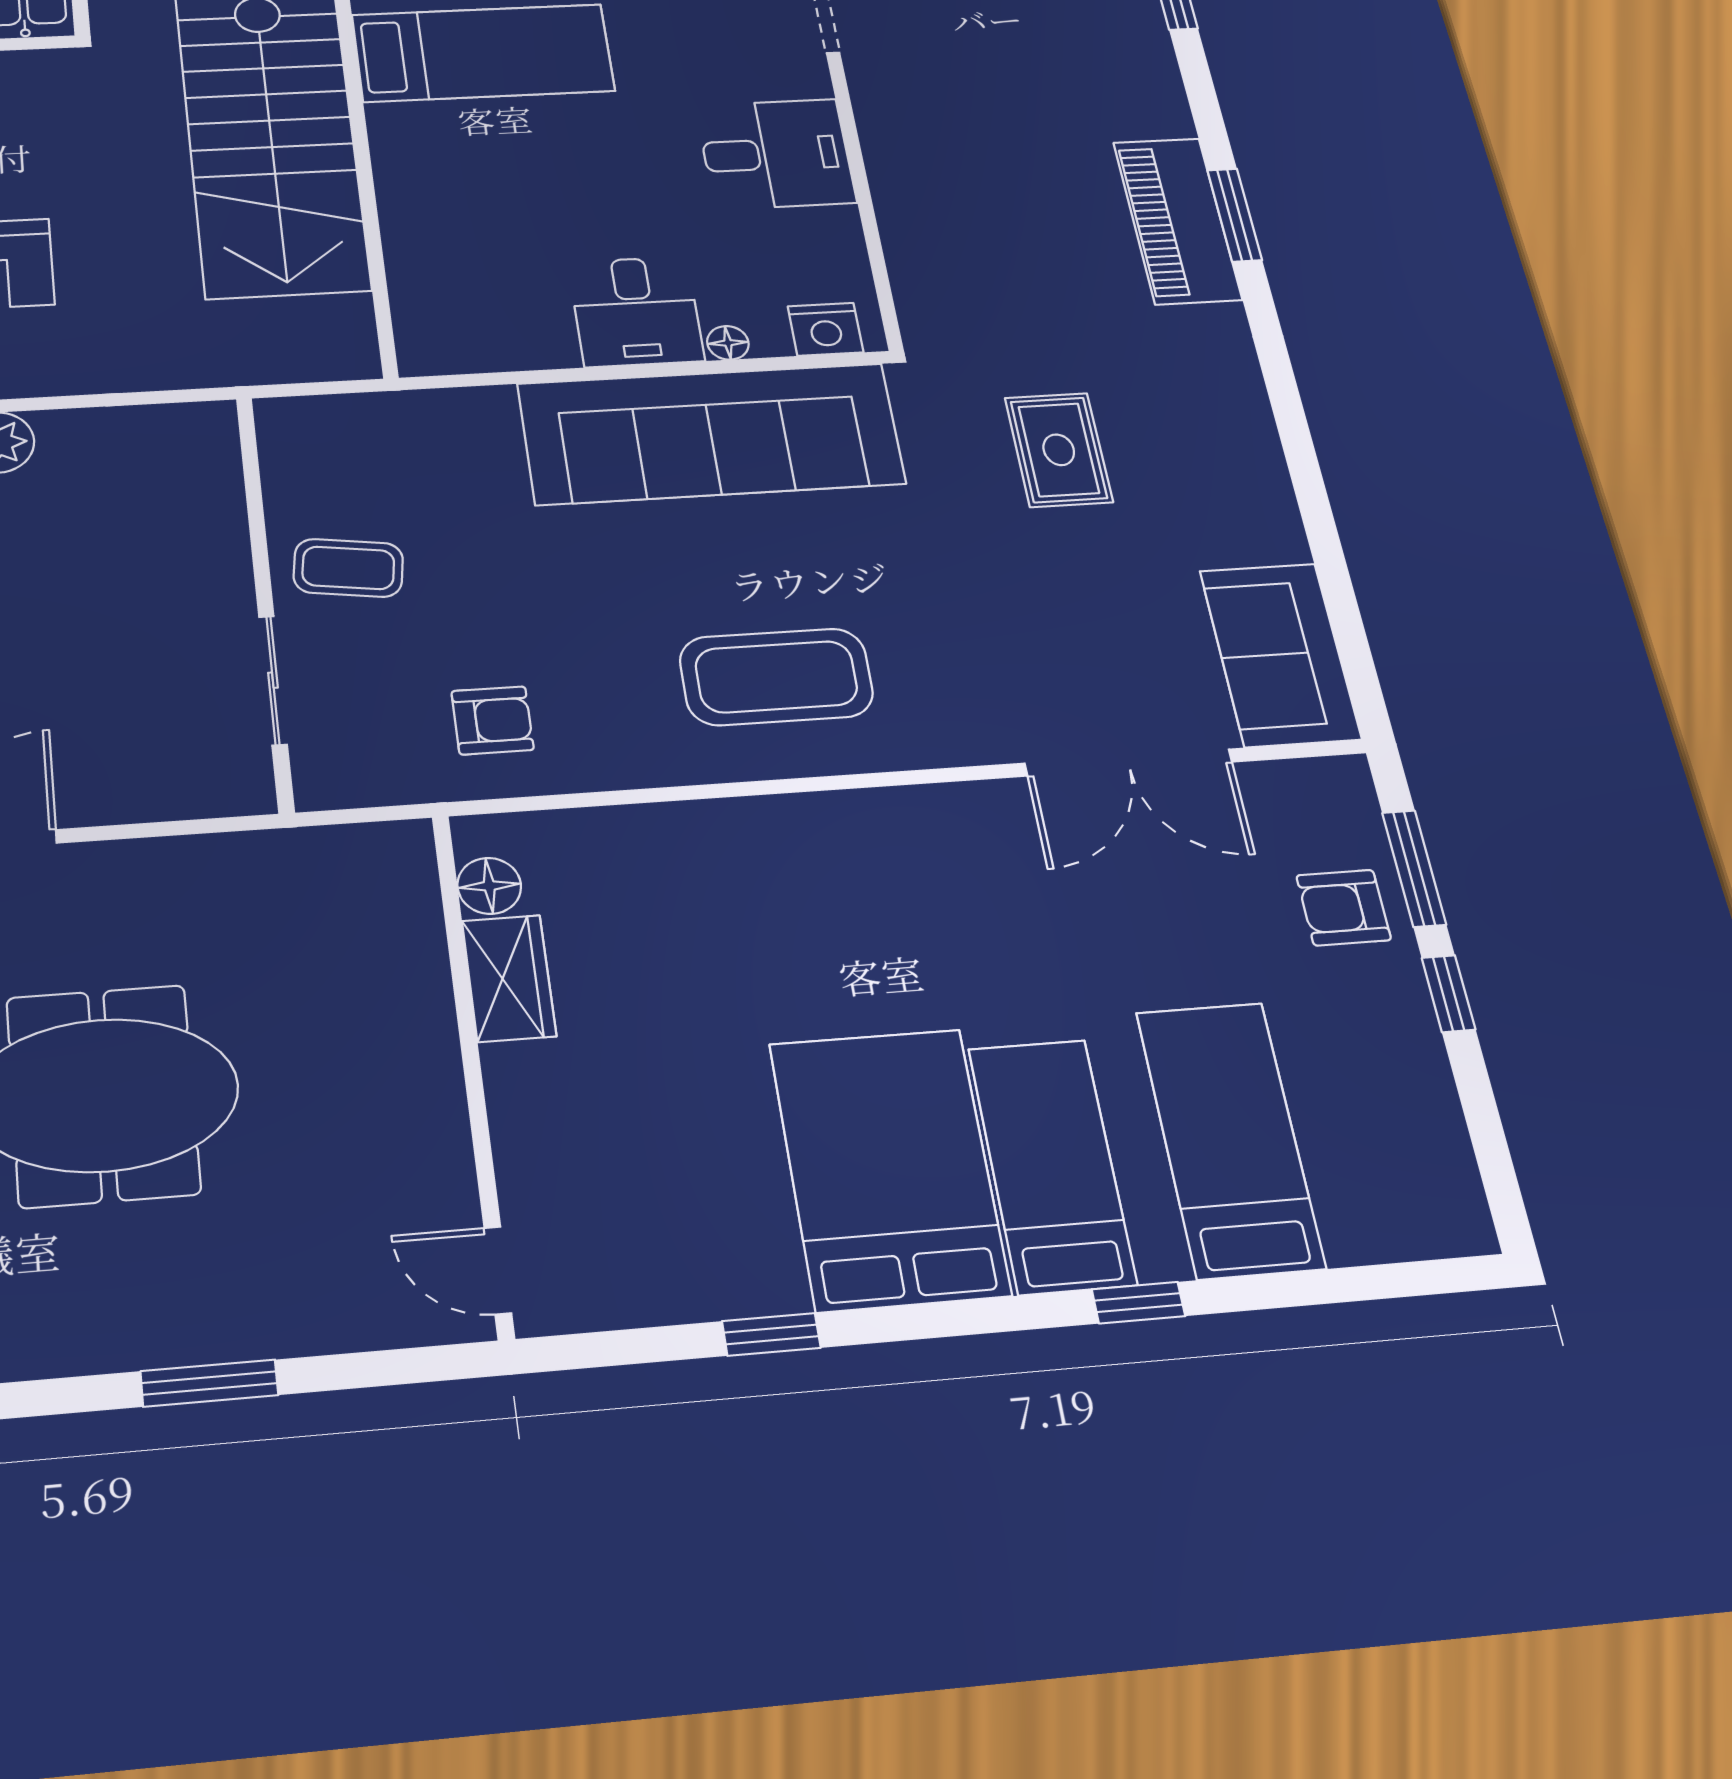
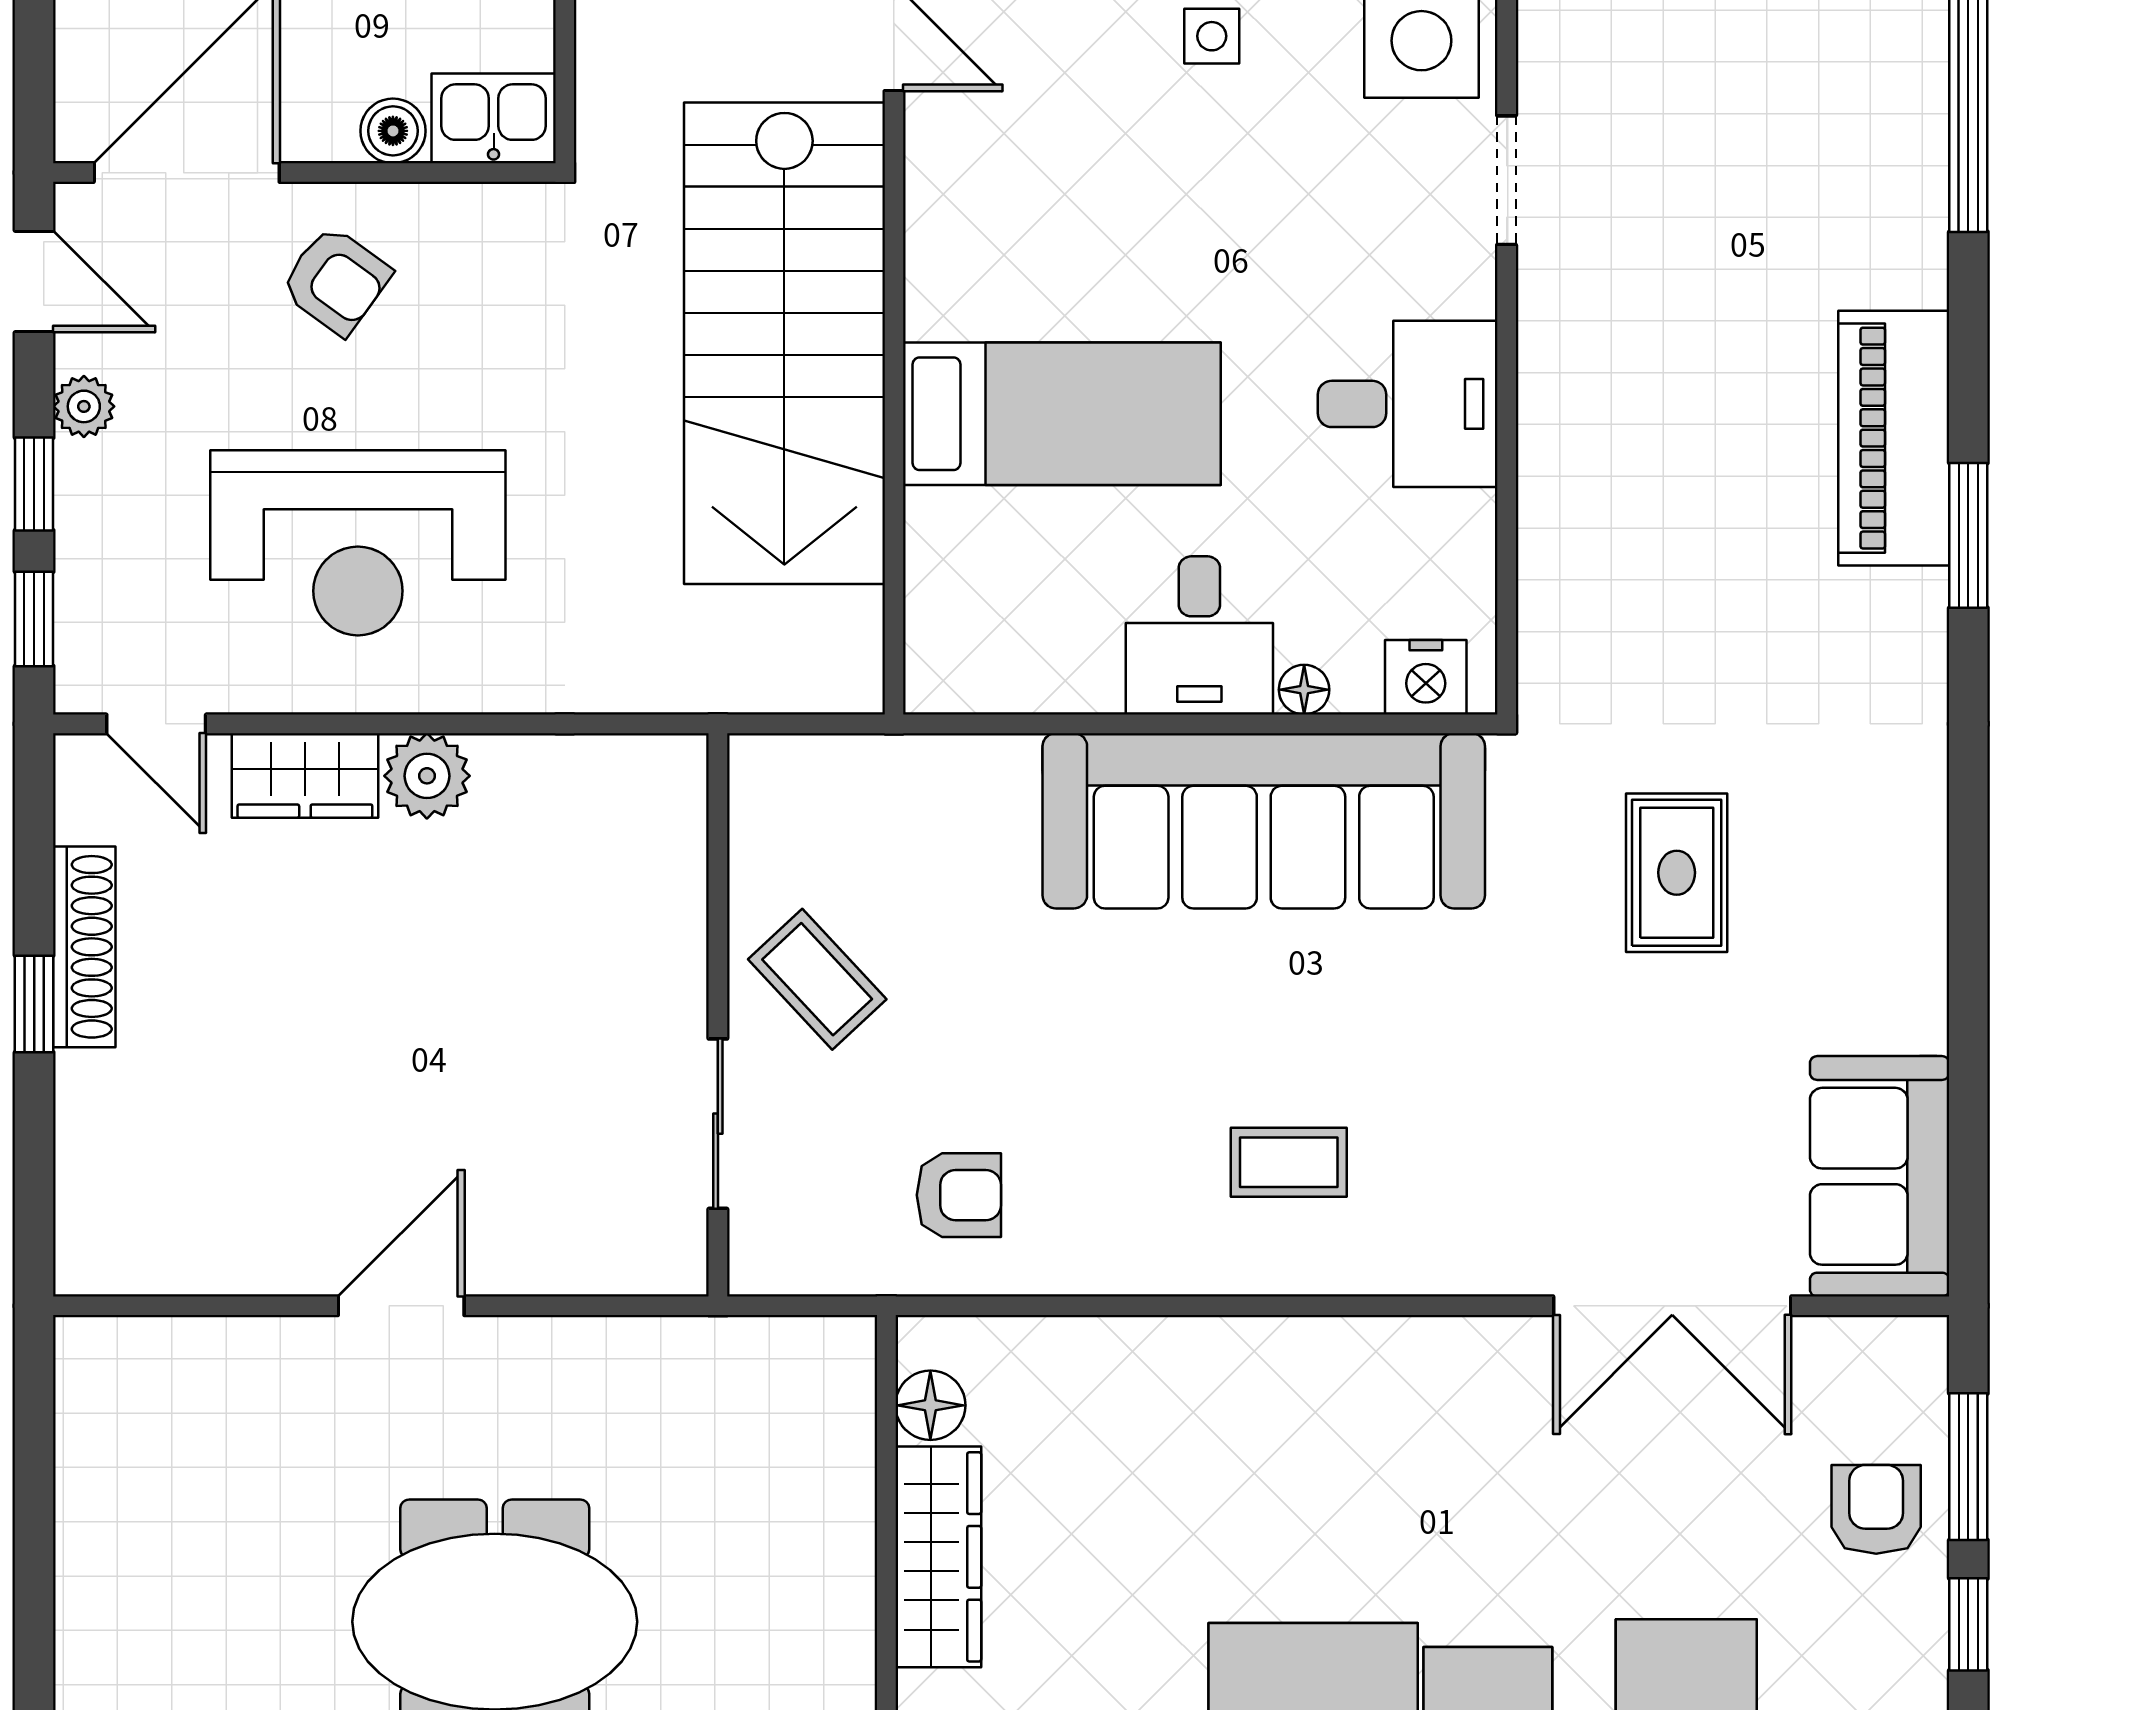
bed: (483, 53) -> (1062, 414), moved
piano: (1177, 221) -> (1894, 438), moved
coffee table: (348, 568) -> (817, 979), turned 39
coffee table: (776, 677) -> (1289, 1162), width x0.54, depth x0.58
armchair: (1344, 908) -> (1876, 1509), turned 90
wardrobe: (509, 978) -> (938, 1557), width x1.50

